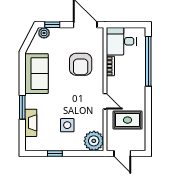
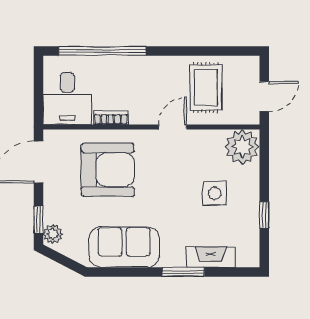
armchair: (81, 64) -> (108, 170), width x1.36, depth x1.36

